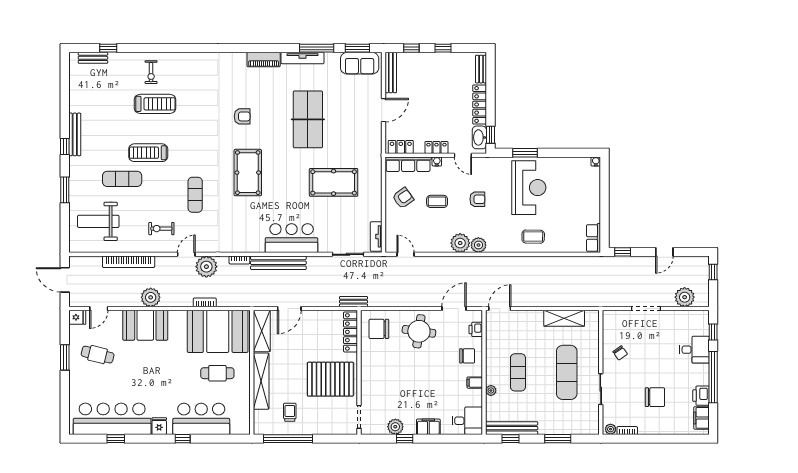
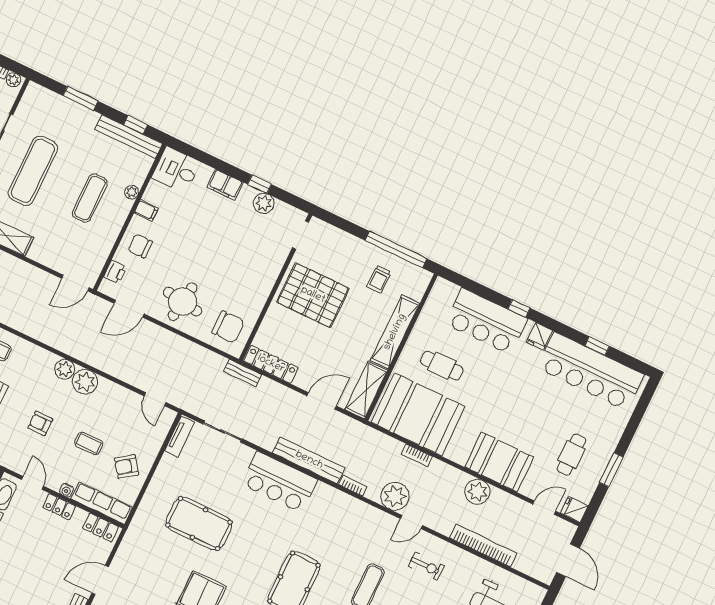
locker: (351, 332) -> (271, 364), moved, turned -90
cafe table: (98, 355) -> (571, 454), turned 76

